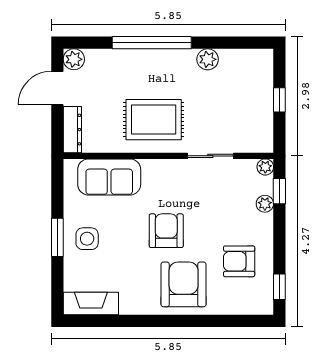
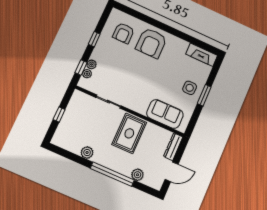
plant: (74, 59) -> (137, 175), moved
rug: (154, 120) -> (129, 133), turned 90
plant: (265, 167) -> (87, 74), moved
armchair: (166, 231) -> (148, 74), removed
armchair: (239, 261) -> (123, 33), moved, turned 90
window: (279, 287) -> (94, 39), moved

